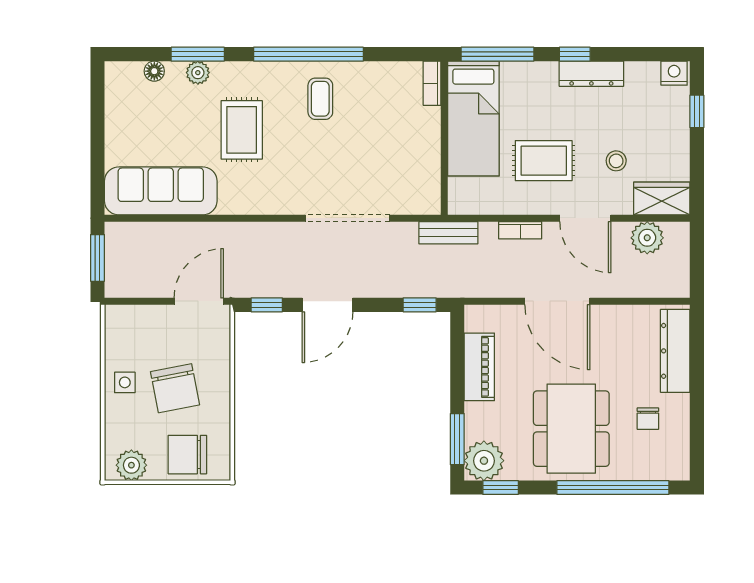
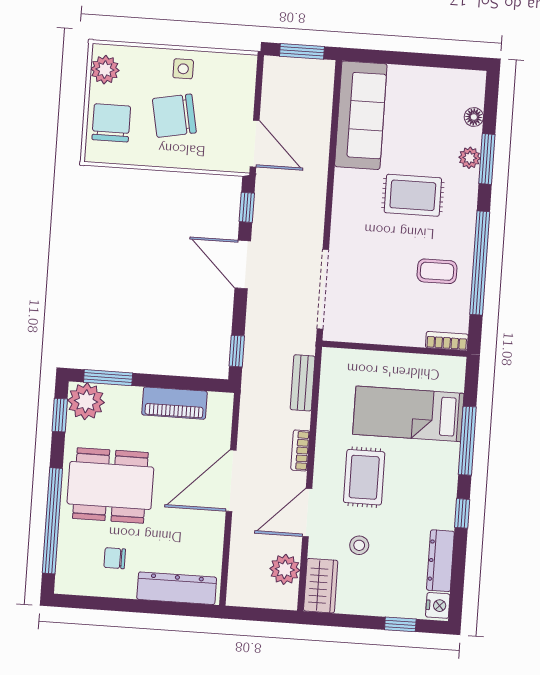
dresser: (591, 74) -> (440, 561), moved
bookcase: (432, 83) -> (447, 341), moved
wall: (444, 138) -> (395, 349), moved

